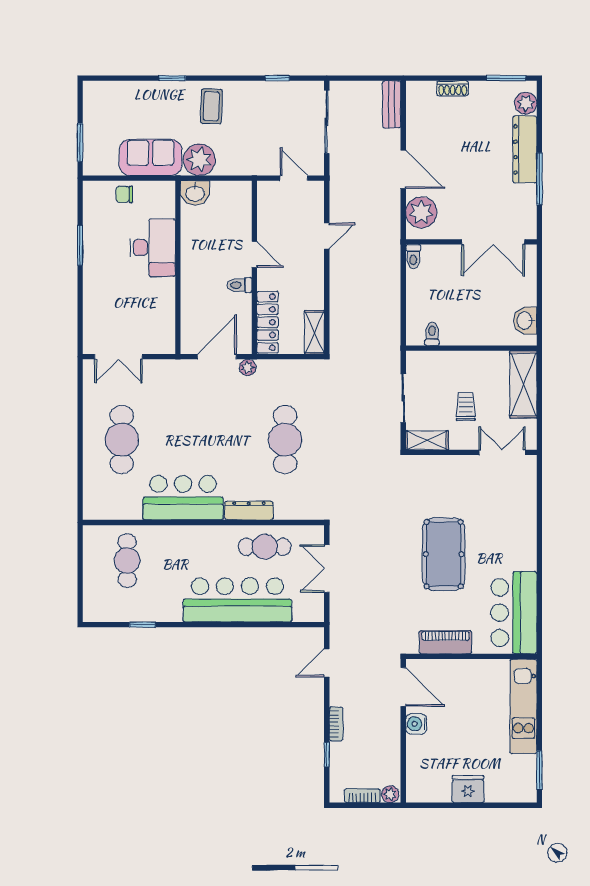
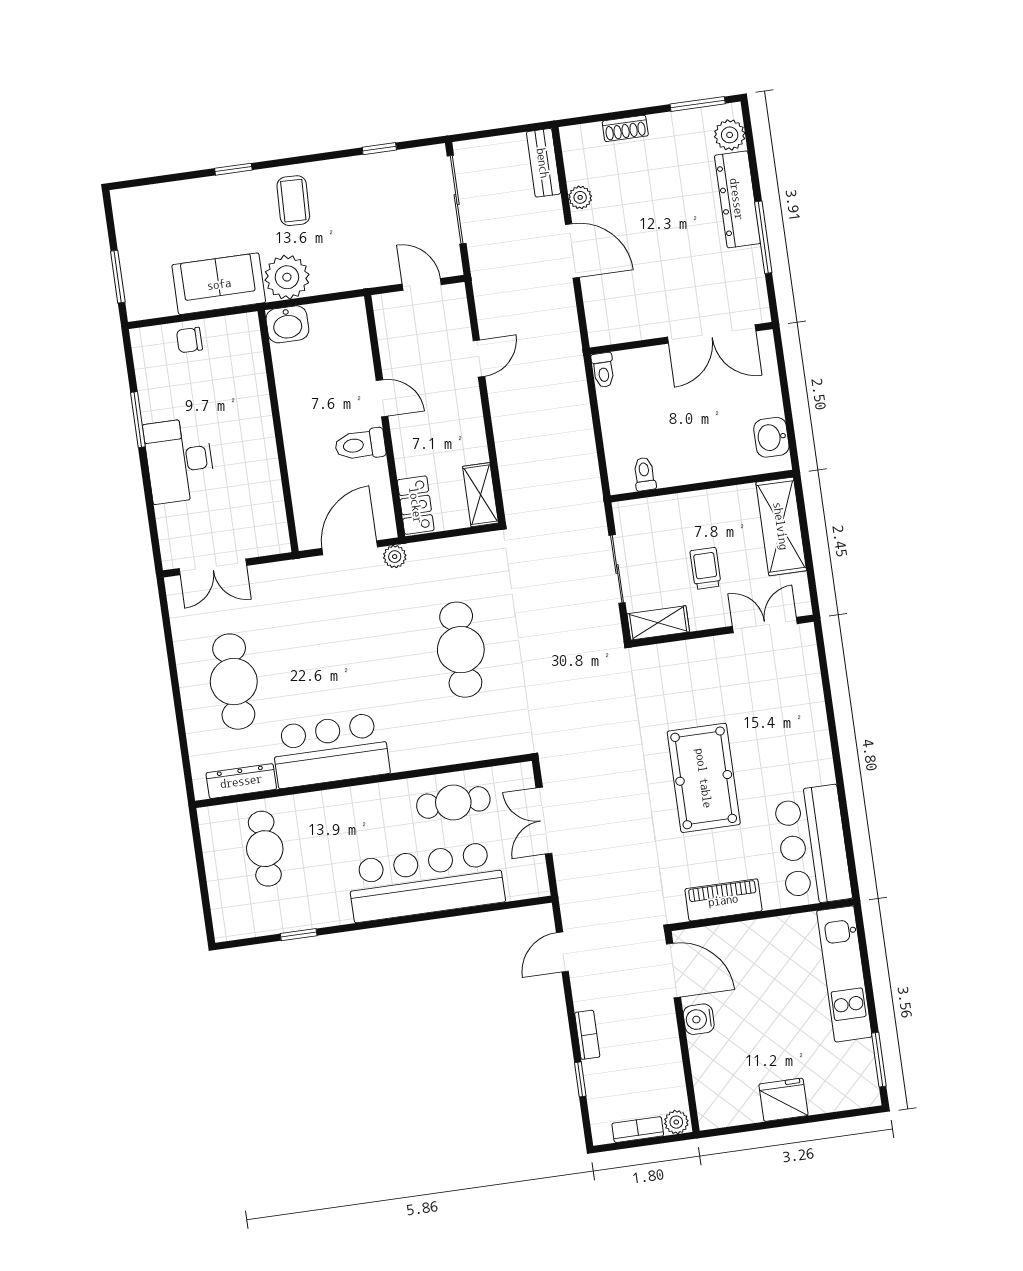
plant: (421, 212) -> (580, 197), moved, width x0.53, depth x0.53
desk: (153, 248) -> (179, 460), moved, turned 180
toilet: (239, 285) -> (360, 445), width x1.37, depth x1.39
locker: (268, 322) -> (416, 505), width x0.66
dresser: (249, 511) -> (241, 781), moved

